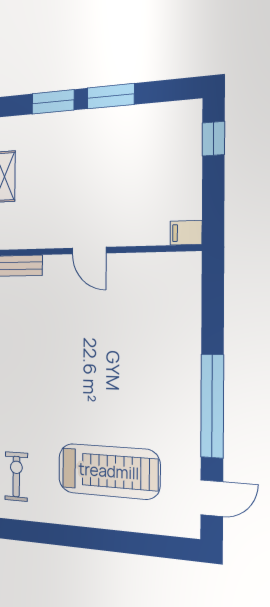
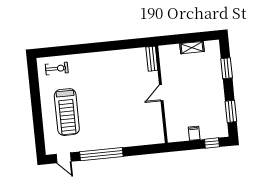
window: (111, 96) -> (231, 111), moved
filing cabinet: (186, 233) -> (194, 133), moved

